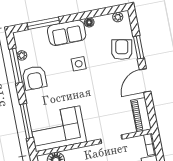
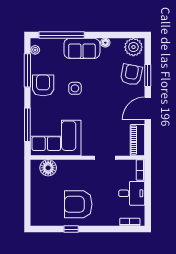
plant: (118, 17) -> (133, 47), width x1.87, depth x1.87
window: (43, 23) -> (62, 35), width x1.46
plant: (22, 55) -> (35, 50), moved
side table: (79, 64) -> (75, 88), moved
armchair: (35, 78) -> (43, 85), turned 180

